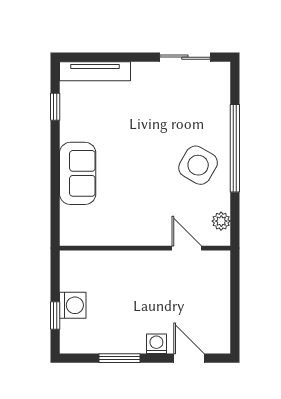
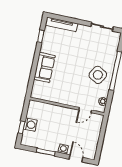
door: (187, 248) -> (85, 110), swing flipped

